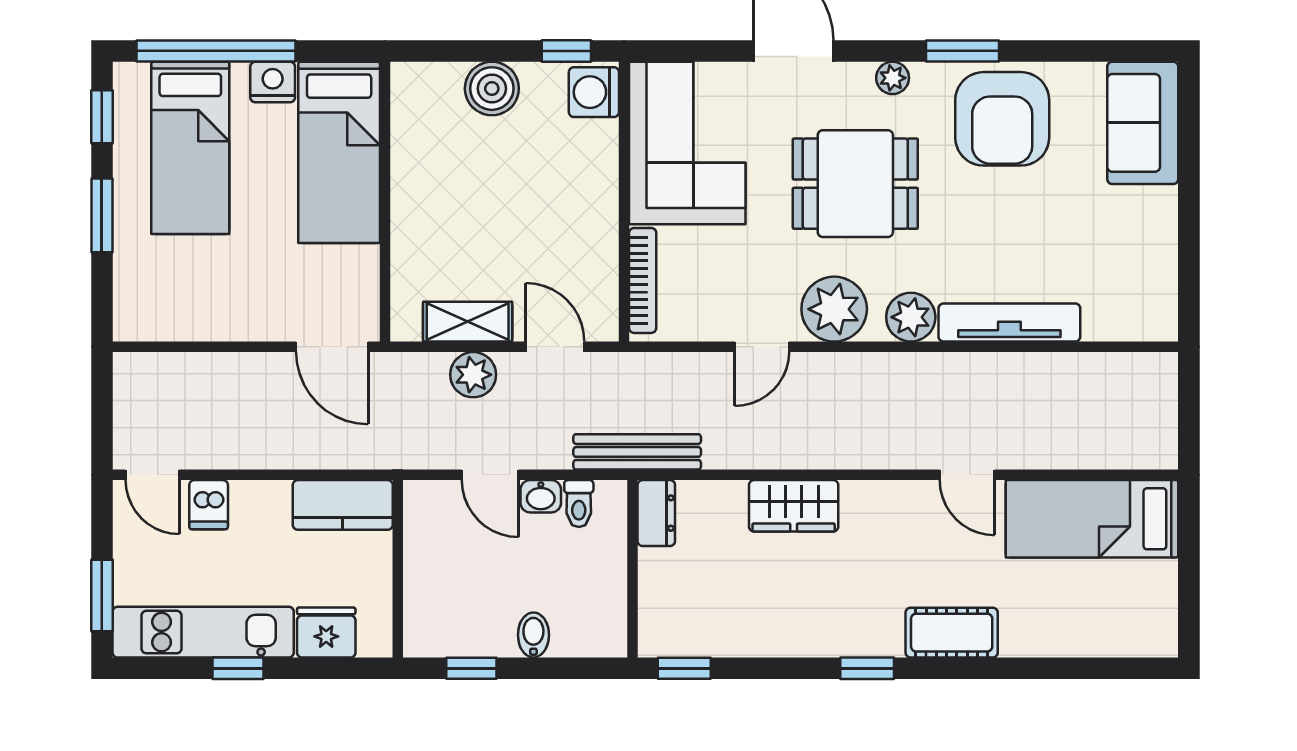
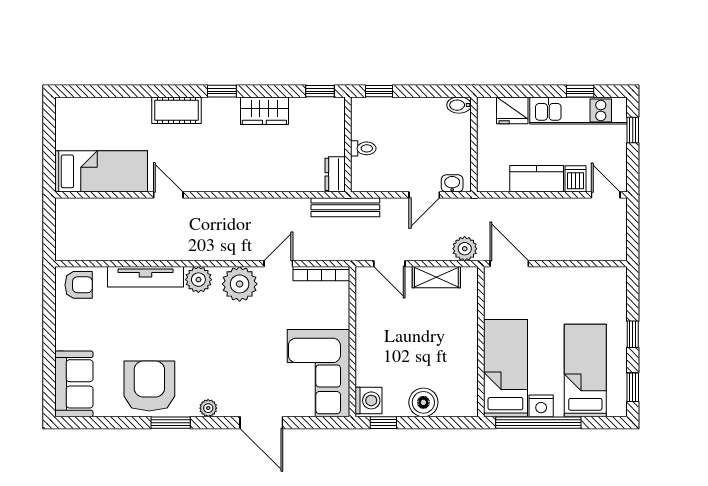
window: (216, 51) -> (538, 423), moved
dining table: (855, 184) -> (228, 351), removed
window: (102, 215) -> (633, 334), width x0.67
bookcase: (643, 280) -> (321, 274), moved, turned -90
armchair: (1134, 307) -> (79, 285), added
plant: (473, 375) -> (465, 249), moved
door: (490, 475) -> (424, 195), swing flipped
washbasin: (541, 496) -> (452, 183), moved
toilet: (579, 504) -> (363, 148), moved, turned 90
kitchen counter: (343, 505) -> (537, 179), moved
wardrobe: (794, 506) -> (264, 111), moved, turned 180
window: (102, 596) -> (633, 130), width x0.67
bidet: (533, 635) -> (459, 105), moved, turned 90
window: (238, 668) -> (580, 91), moved
window: (471, 668) -> (379, 91), moved

